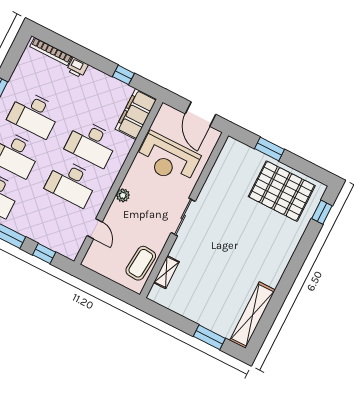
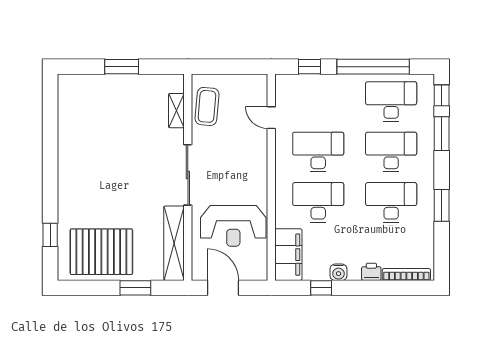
water cooler: (103, 80) -> (338, 272), added
reception desk: (168, 159) -> (233, 226), turned 180
plant: (123, 195) -> (260, 166), removed
window: (322, 212) -> (50, 235), moved
sliding door: (183, 217) -> (188, 175), width x1.37
shelving: (252, 315) -> (174, 243), moved
window: (209, 337) -> (122, 67), moved

